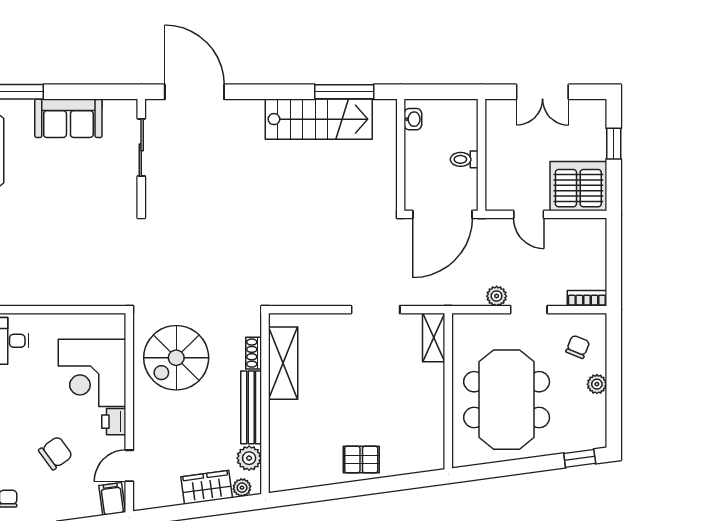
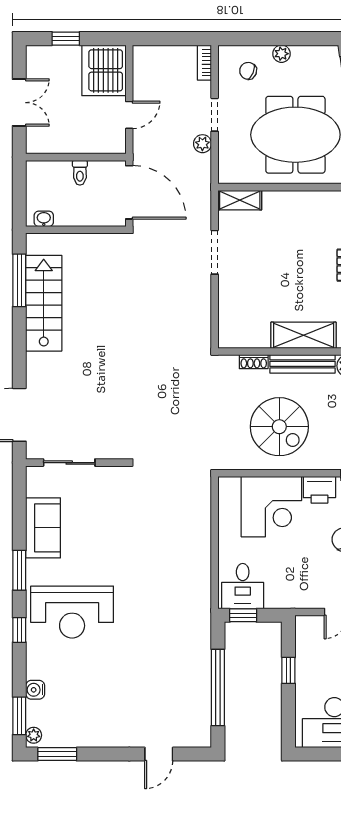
spiral stairs: (176, 358) -> (279, 427), moved
shelving: (283, 363) -> (304, 335), moved
printer: (114, 422) -> (319, 490), width x1.36, depth x1.24

